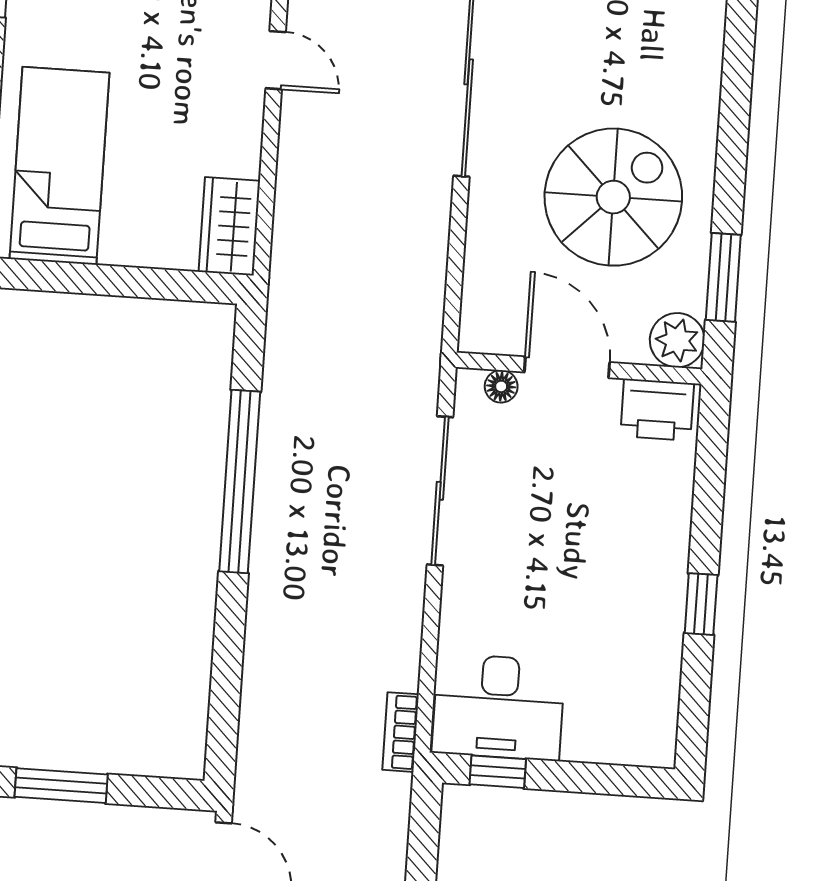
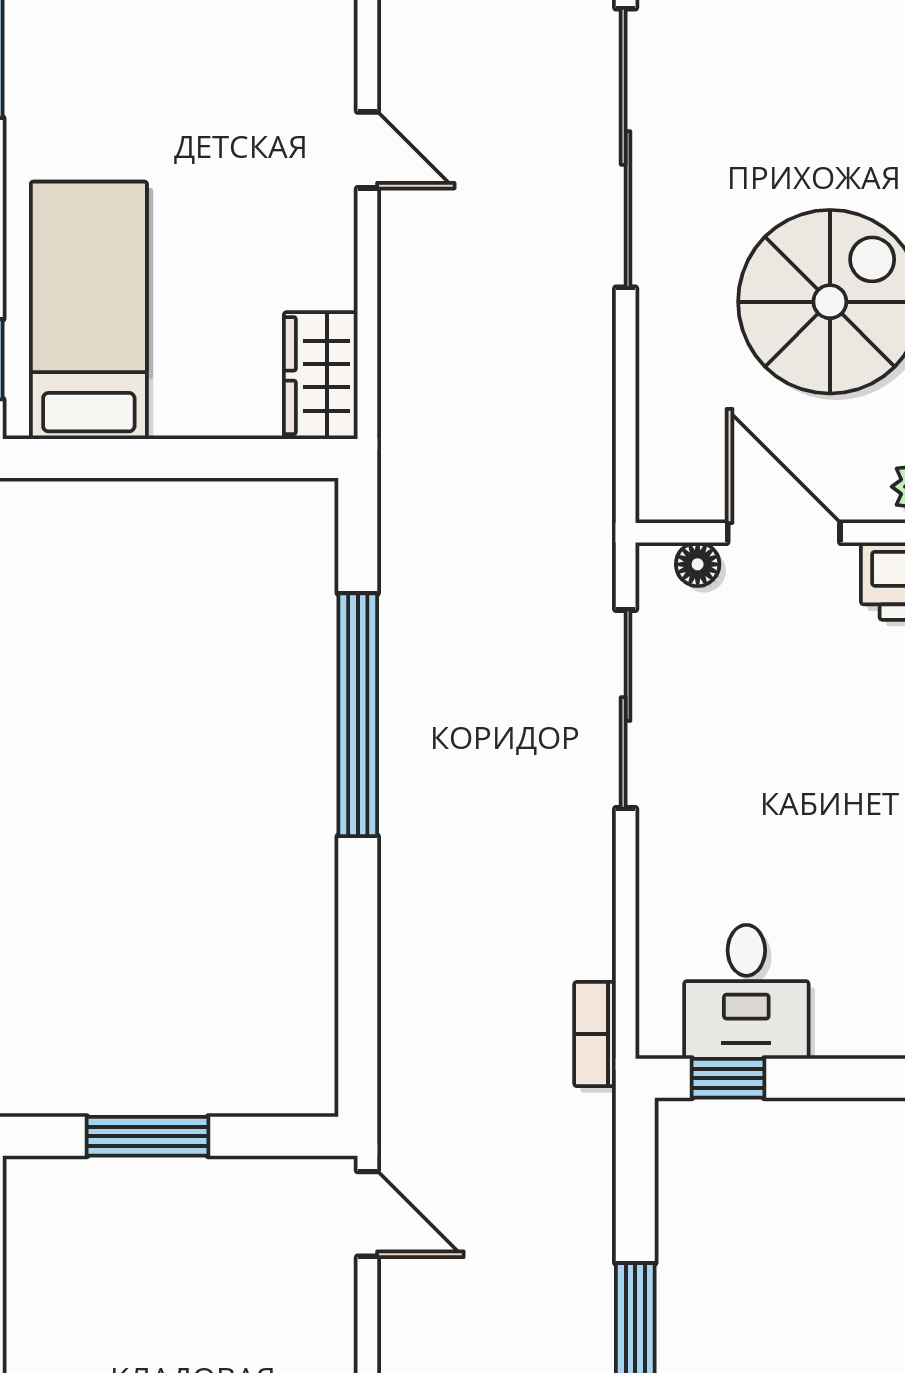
desk: (498, 707) -> (746, 992), width x0.73

